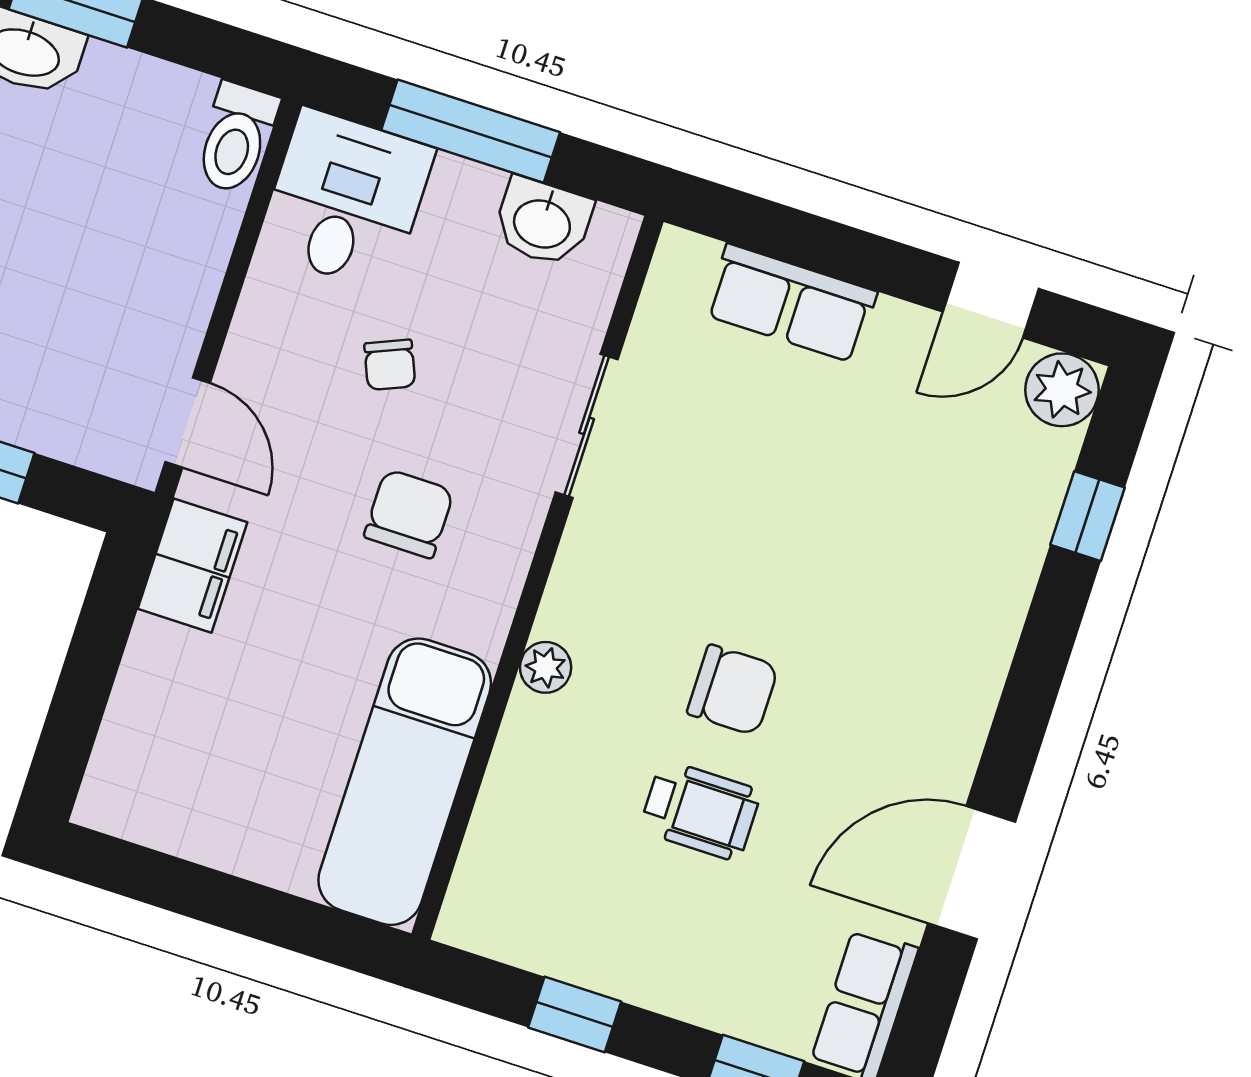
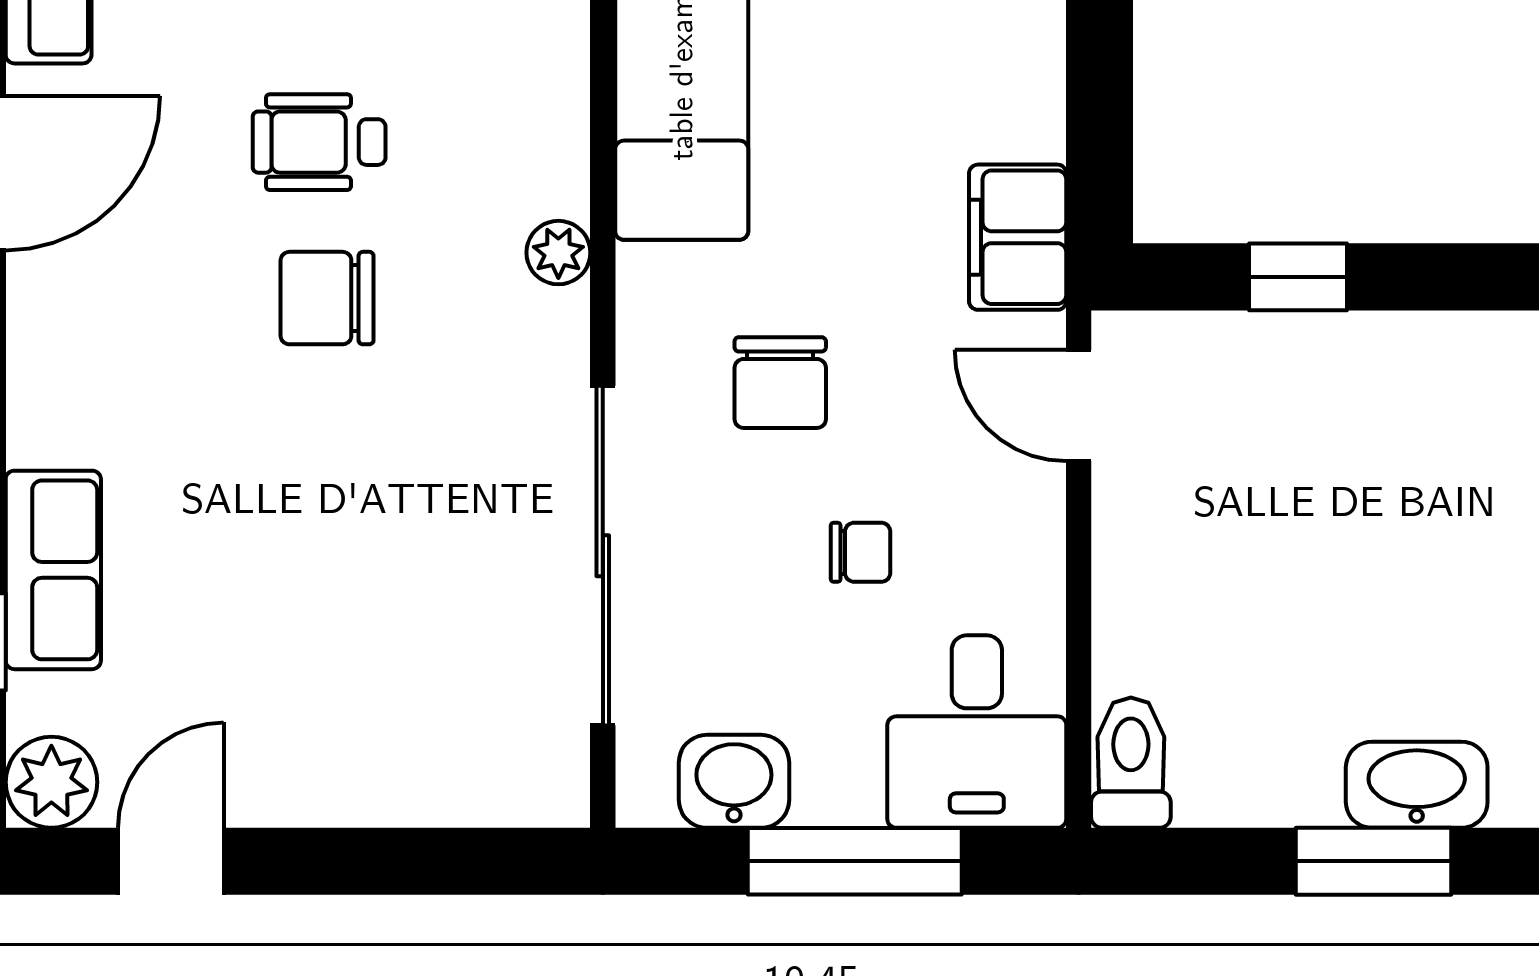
row of seats: (791, 303) -> (53, 570), moved, turned 90
chair: (390, 365) -> (861, 552), turned 113
sliding door: (587, 426) -> (603, 556), width x1.86

